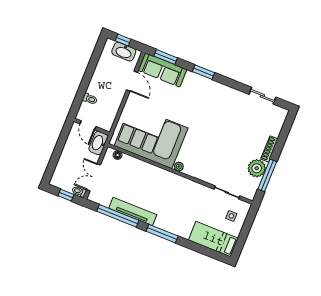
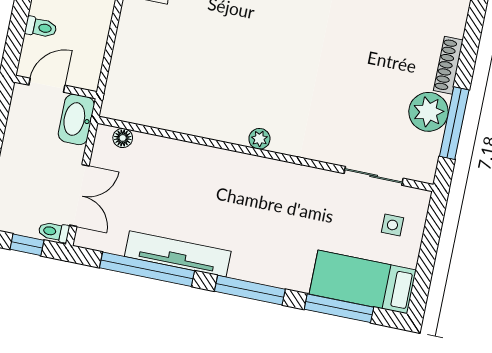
door: (88, 125) -> (47, 85), swing flipped
corner sofa: (151, 137) -> (188, 85), removed
double door: (94, 177) -> (79, 195), swing flipped
window: (201, 249) -> (339, 308), added

